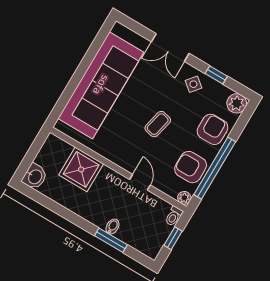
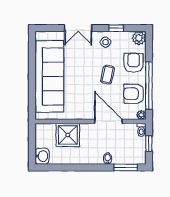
coffee table: (158, 124) -> (108, 75), moved
door: (140, 182) -> (108, 121), width x1.88
window: (111, 240) -> (126, 167), moved

